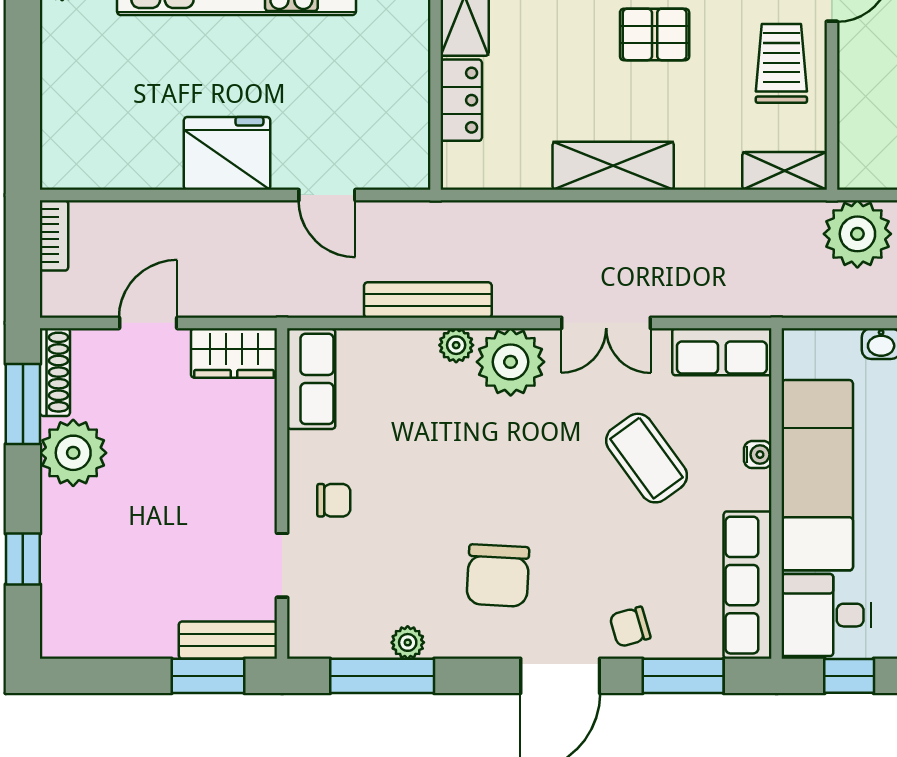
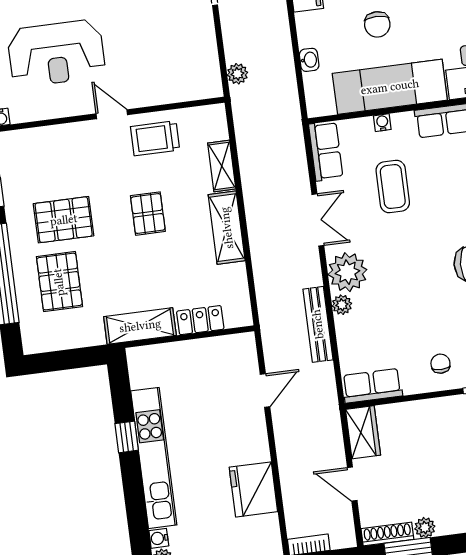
fridge: (227, 153) -> (253, 489), moved
shelving: (785, 171) -> (222, 166), moved
plant: (857, 234) -> (237, 74), width x0.53, depth x0.53
plant: (73, 453) -> (425, 528), width x0.53, depth x0.53
coffee table: (647, 458) -> (393, 186), turned -54

